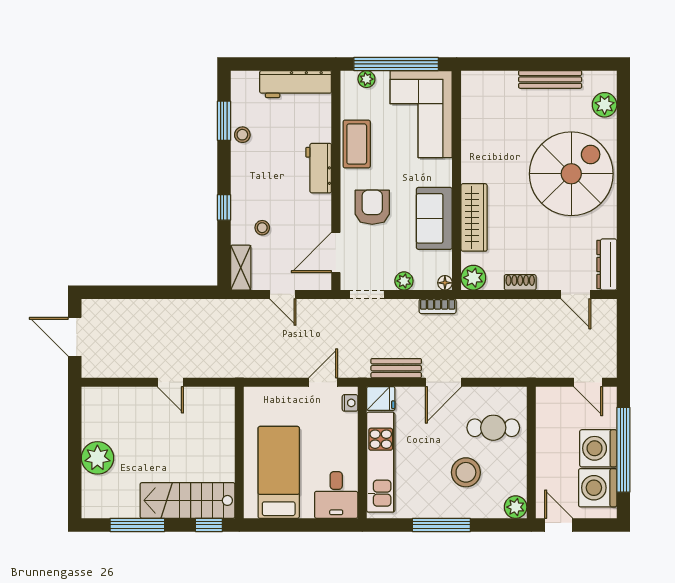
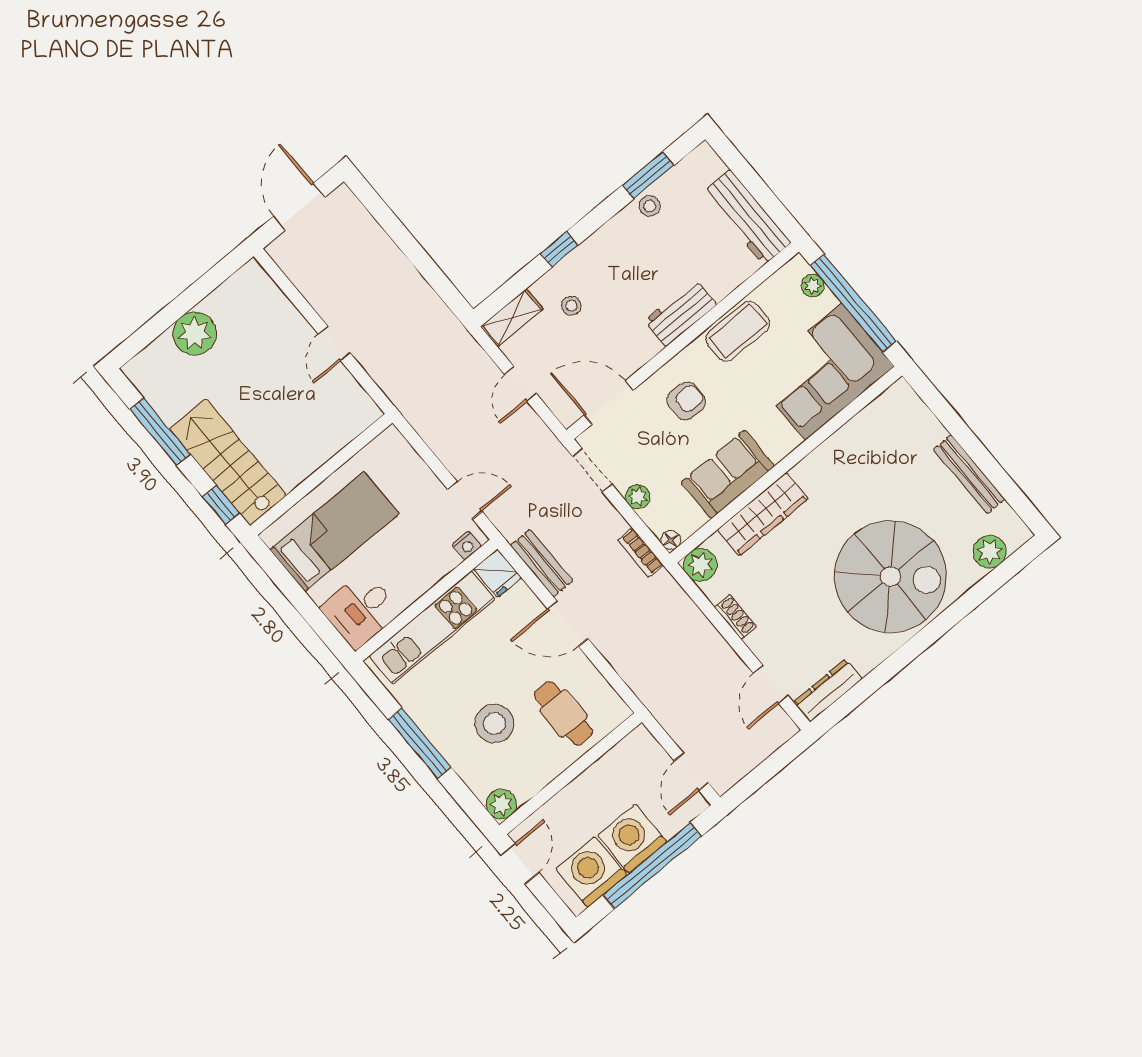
armchair: (372, 207) -> (686, 401), width x0.72, depth x0.72

